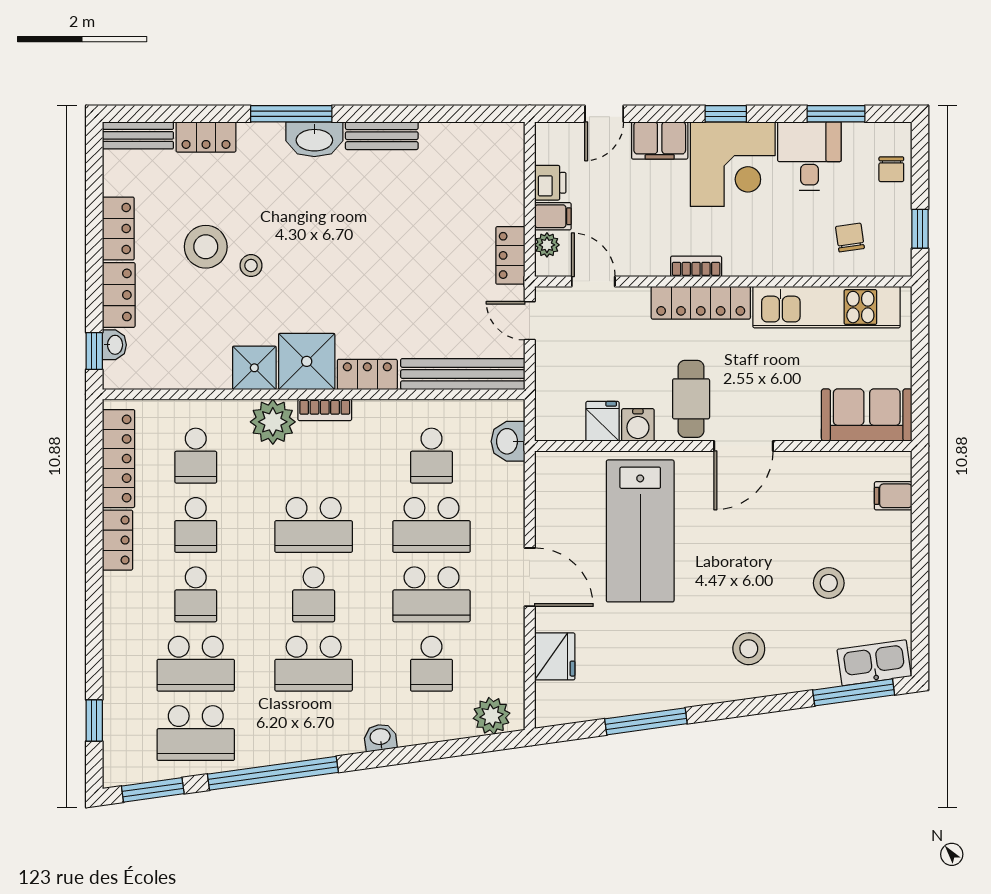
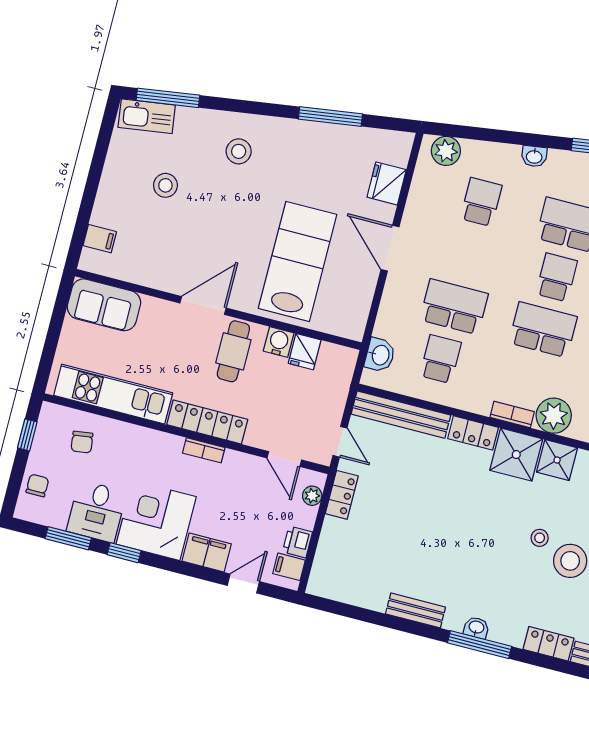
window: (726, 114) -> (124, 553), moved
washbasin: (314, 139) -> (476, 628), width x0.52, depth x0.69
filing cabinet: (553, 216) -> (289, 567), moved
school desk: (431, 594) -> (468, 254), removed

